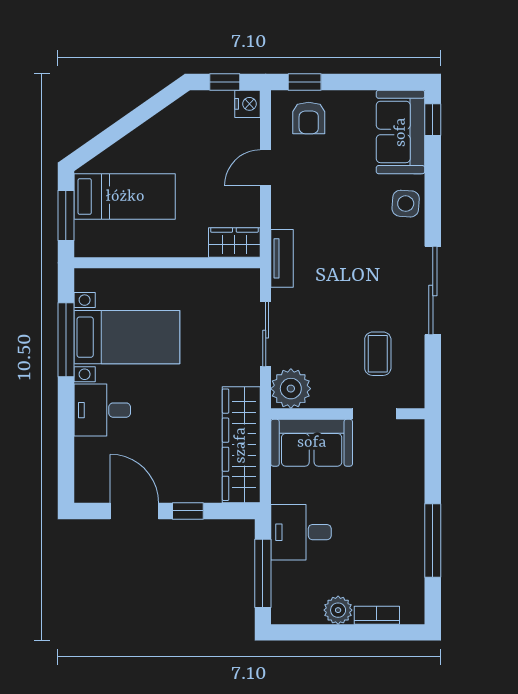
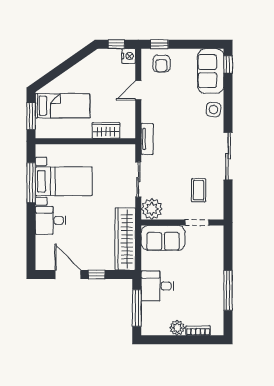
wardrobe: (234, 242) -> (106, 130), moved

